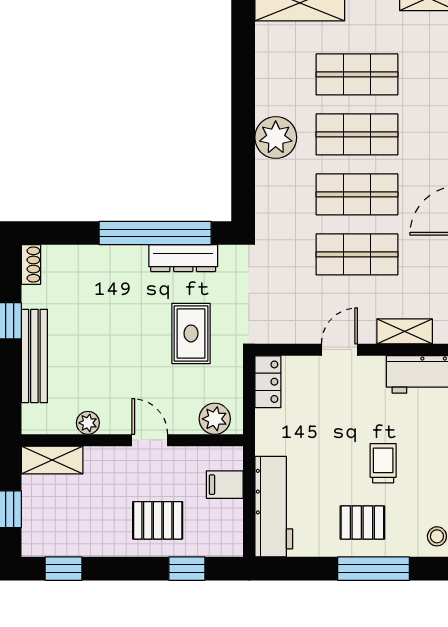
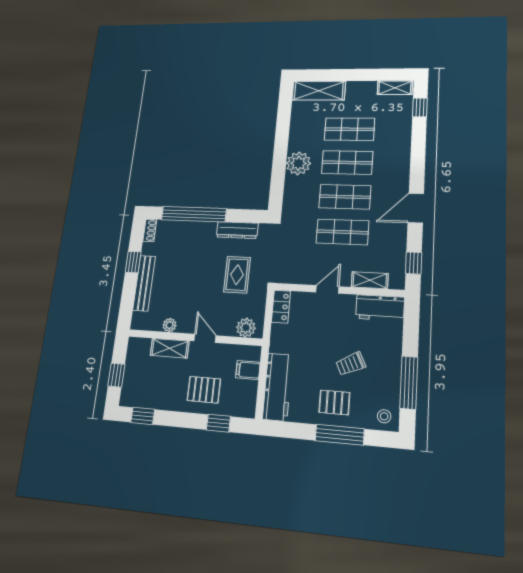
window: (155, 233) -> (194, 214), moved
shelving: (52, 460) -> (170, 348), moved
trolley: (383, 463) -> (351, 364), turned -116

